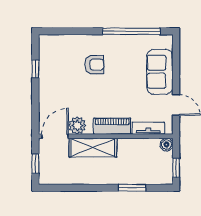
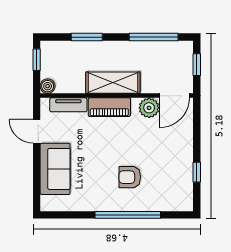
window: (131, 31) -> (128, 215), moved
shelving: (93, 148) -> (113, 83), moved
window: (73, 188) -> (154, 37), added

